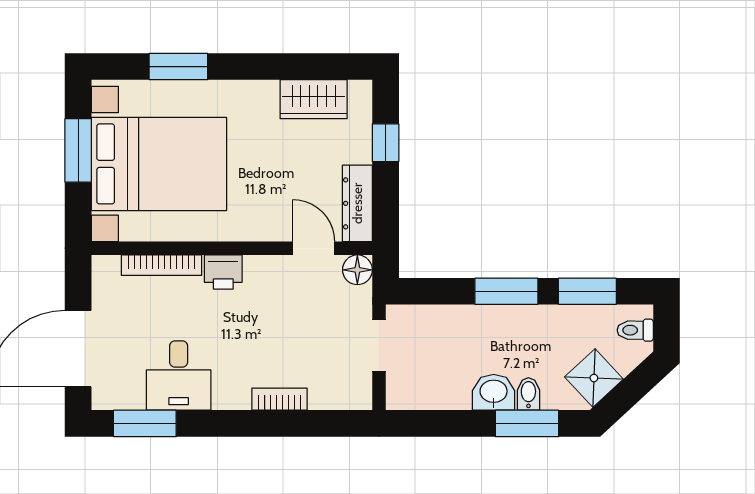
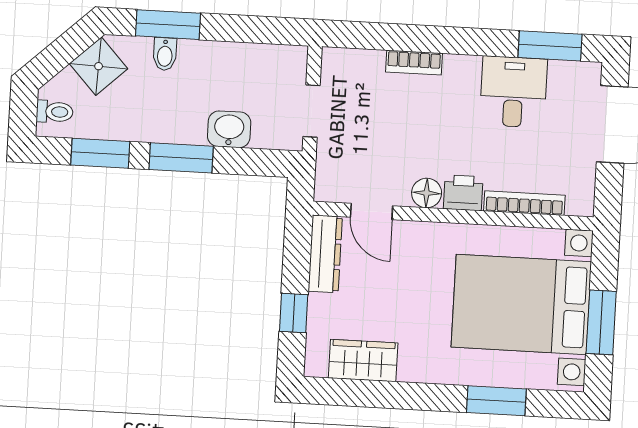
floor lamp: (357, 270) -> (427, 193), moved
washbasin: (494, 392) -> (229, 129), moved, turned 180

